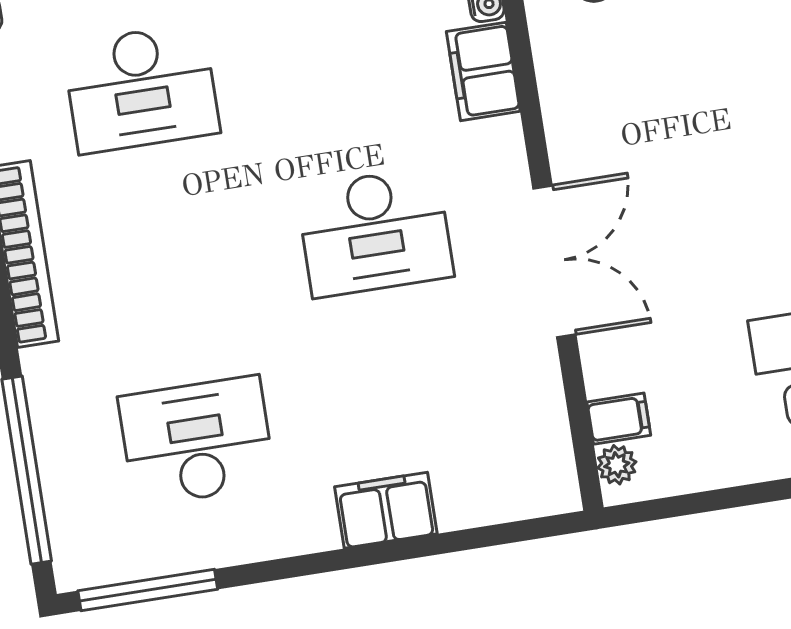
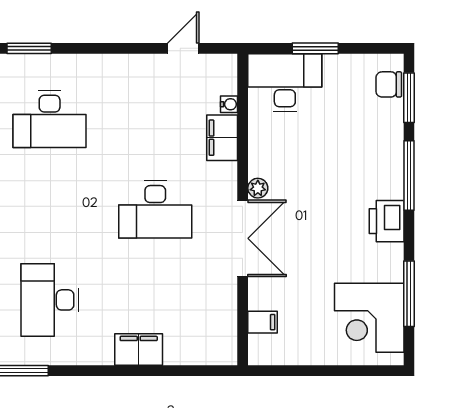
desk: (197, 441) -> (50, 300), turned -90
plant: (617, 465) -> (258, 188), moved

